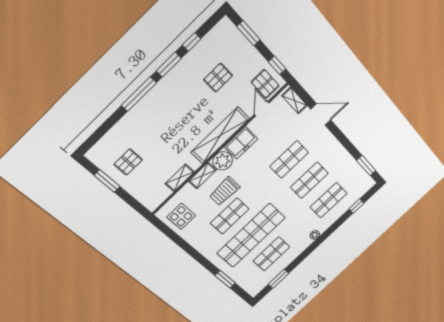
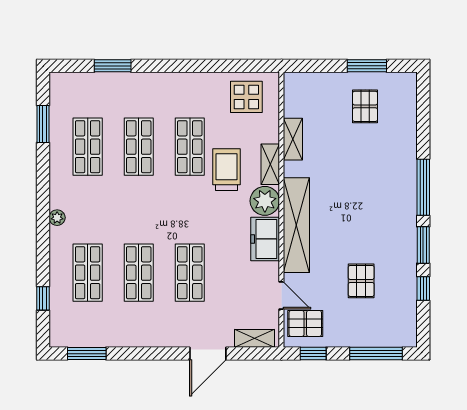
window: (249, 33) -> (376, 354), width x1.44
shop shelf: (251, 235) -> (139, 147), width x0.50, depth x0.74

